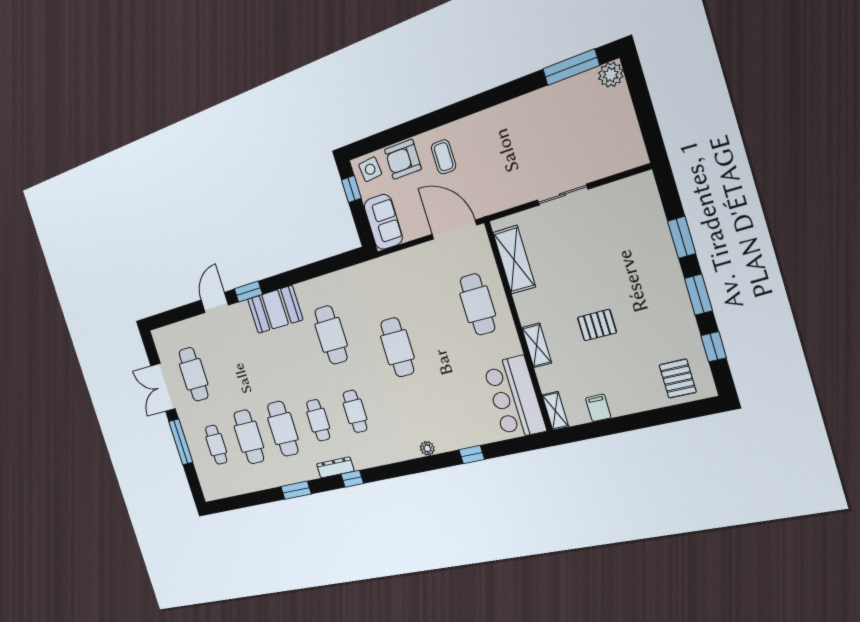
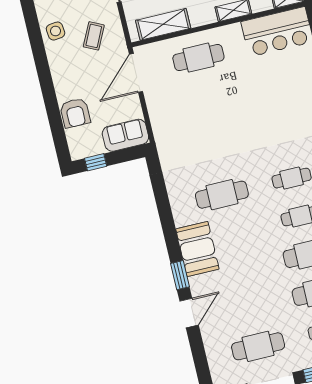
coffee table: (444, 157) -> (94, 36), moved, turned -64
side table: (370, 169) -> (56, 31), moved
door: (215, 302) -> (189, 313), swing flipped
cafe table: (397, 347) -> (234, 132), removed

